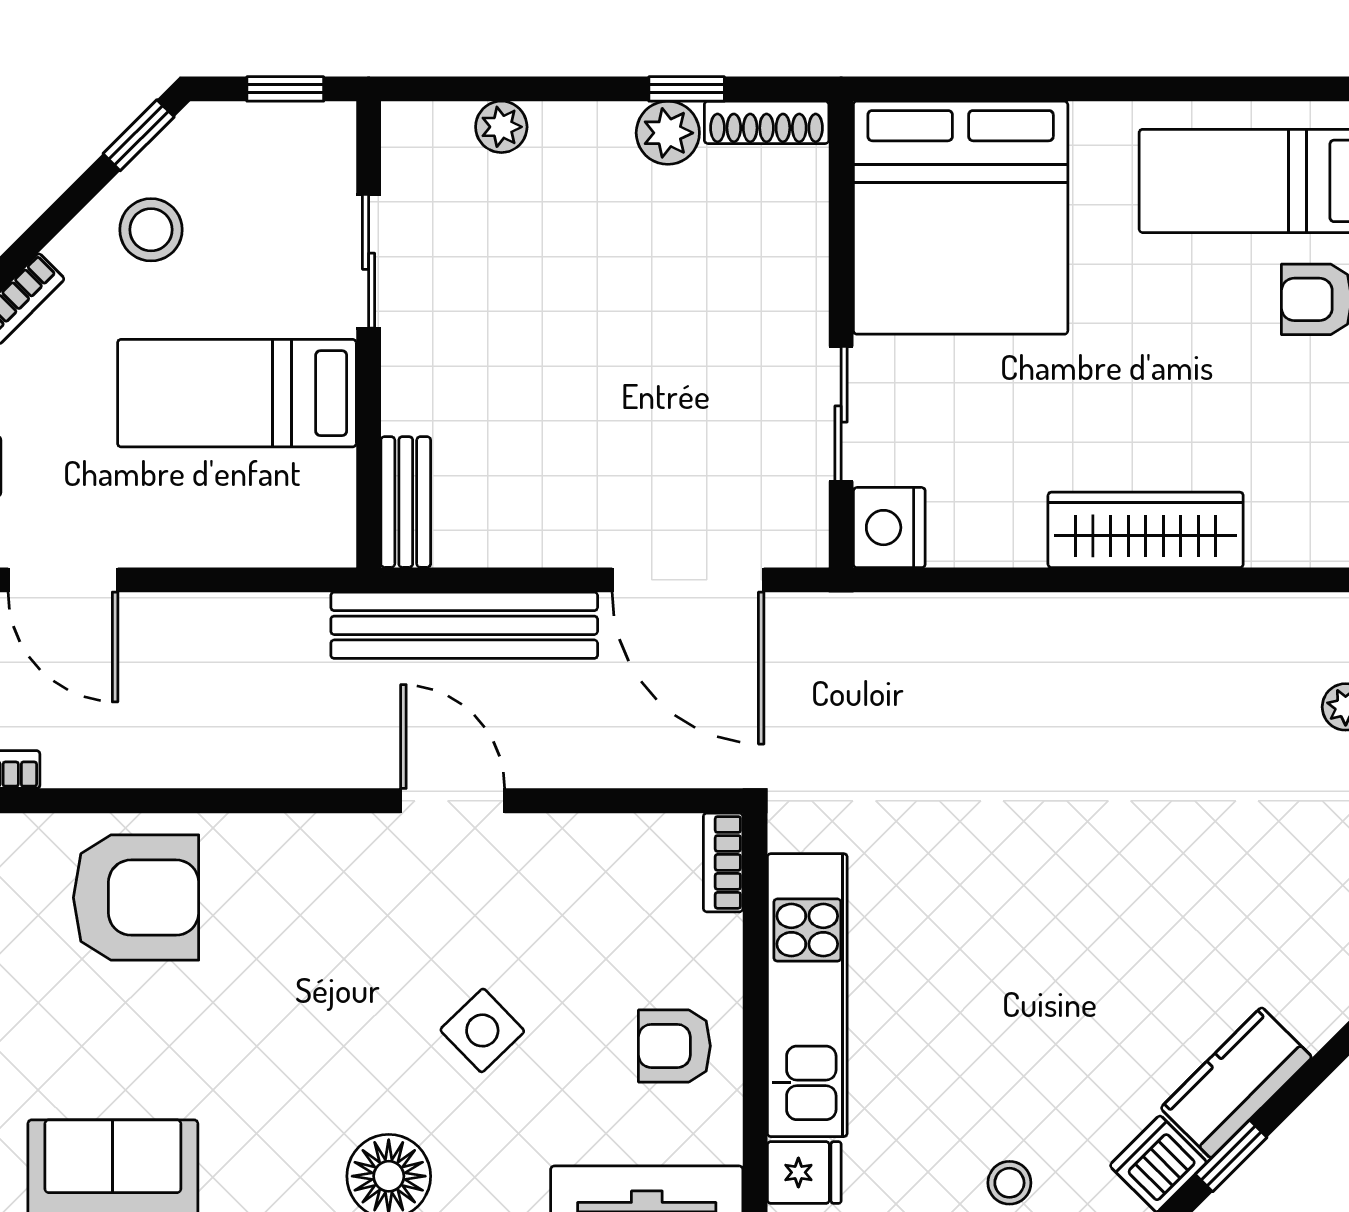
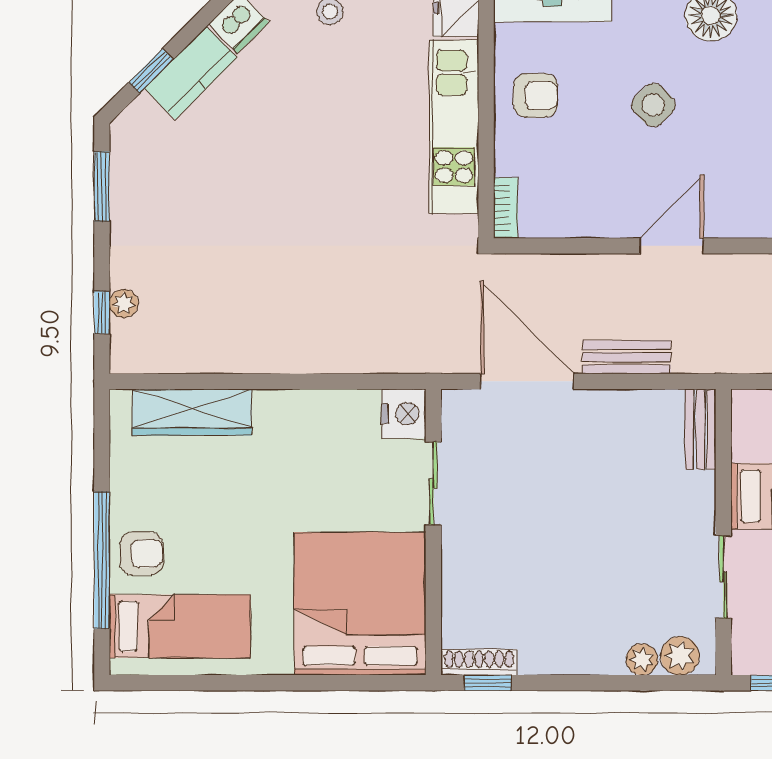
window: (687, 89) -> (488, 683), moved
plant: (668, 133) -> (680, 656), moved
wardrobe: (1146, 530) -> (192, 412), moved
bench: (464, 625) -> (627, 357), width x0.54, depth x0.82
door: (453, 801) -> (672, 246), swing flipped
window: (1231, 1156) -> (151, 71), moved

